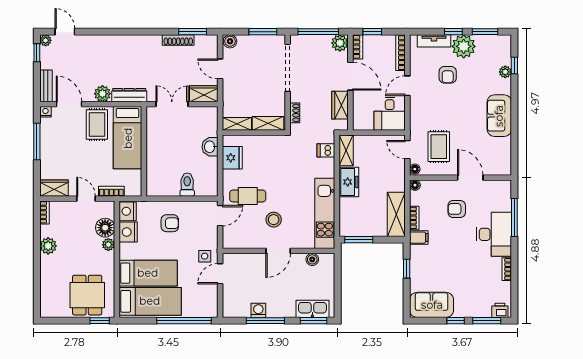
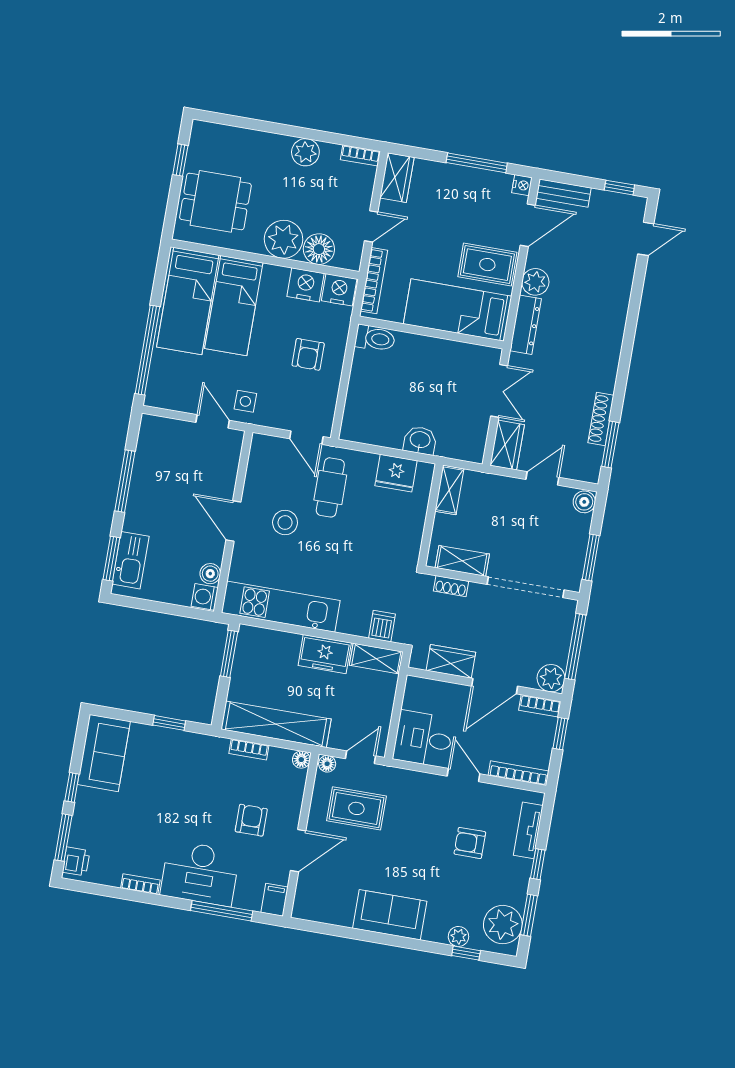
plant: (46, 40) -> (637, 205), removed
plant: (464, 46) -> (503, 925), moved
shelving: (268, 123) -> (462, 561), moved, turned 90
toilet: (187, 185) -> (375, 338), moved
bookcase: (111, 191) -> (374, 281), width x1.56
shelving: (396, 214) -> (276, 724), width x1.47
filing cabinet: (419, 238) -> (274, 900), moved, turned 180
plant: (108, 245) -> (284, 239), width x1.87, depth x1.87
washing machine: (258, 310) -> (205, 597), moved, turned 180
window: (100, 321) -> (180, 160), moved

